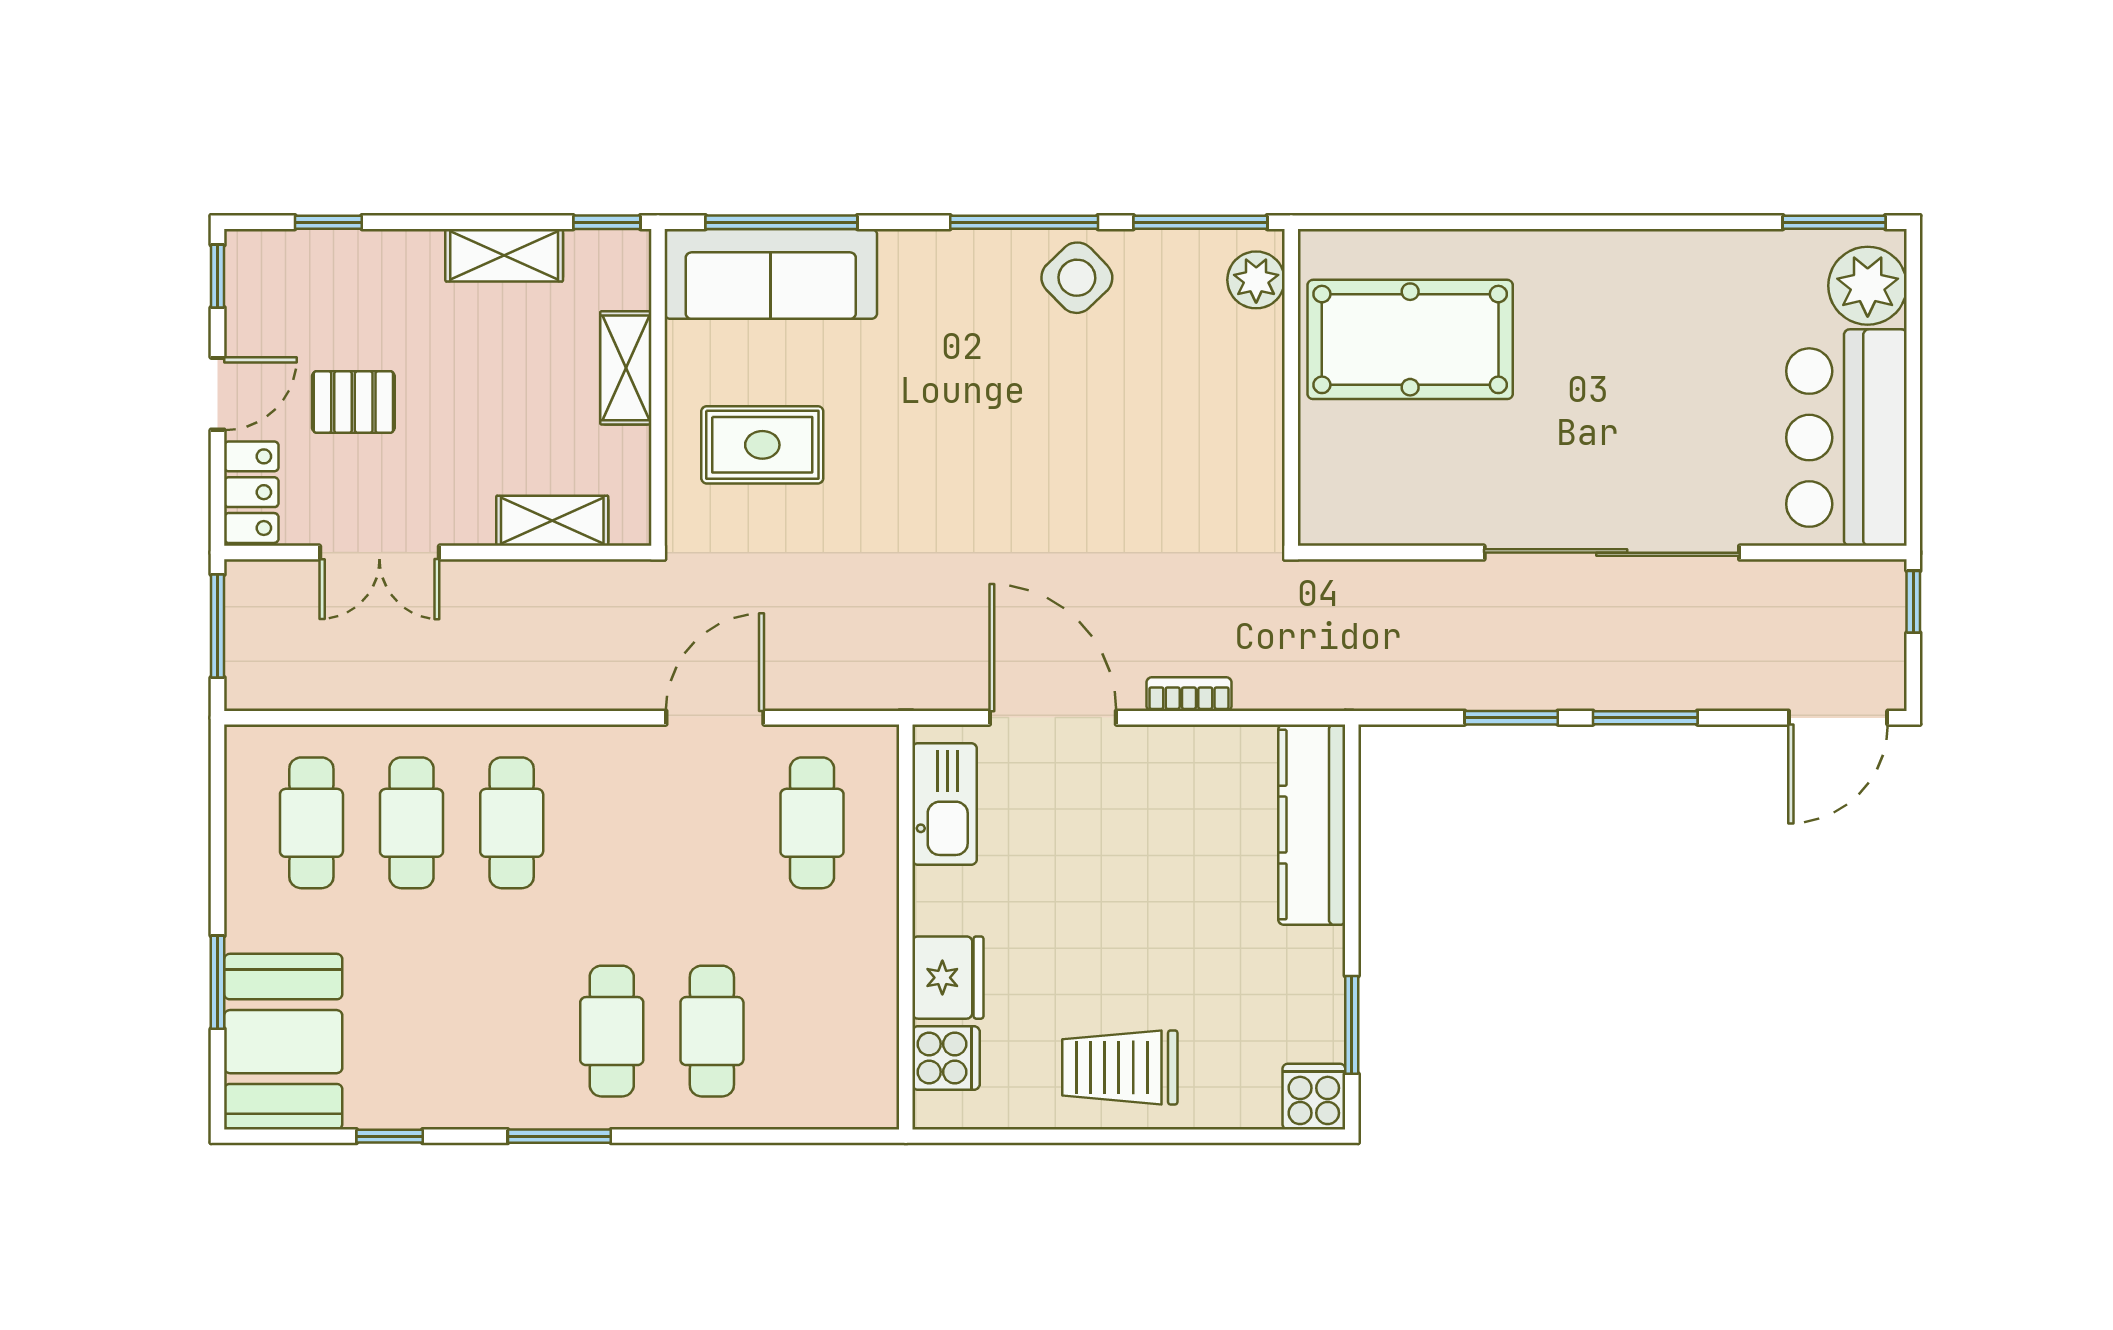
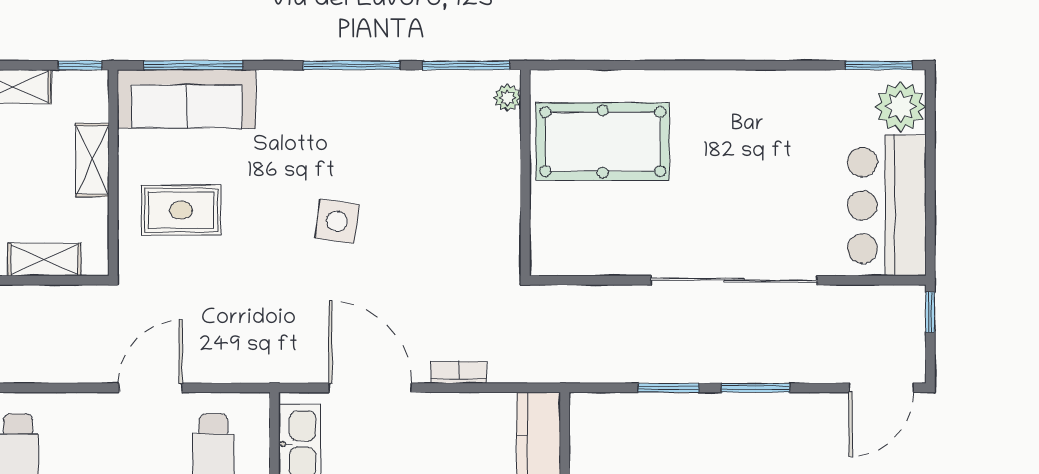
side table: (1077, 278) -> (337, 221), moved, turned -38
plant: (1256, 280) -> (507, 98), width x0.73, depth x0.73

